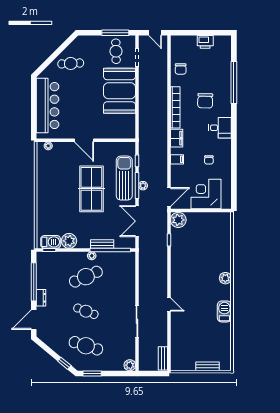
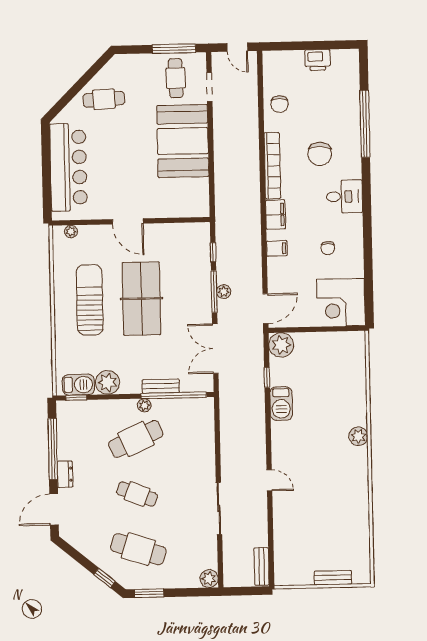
sun lounger: (124, 178) -> (90, 300), moved
corner desk: (206, 194) -> (341, 302), moved, turned -90
barbecue: (224, 311) -> (281, 404), moved, turned 180

